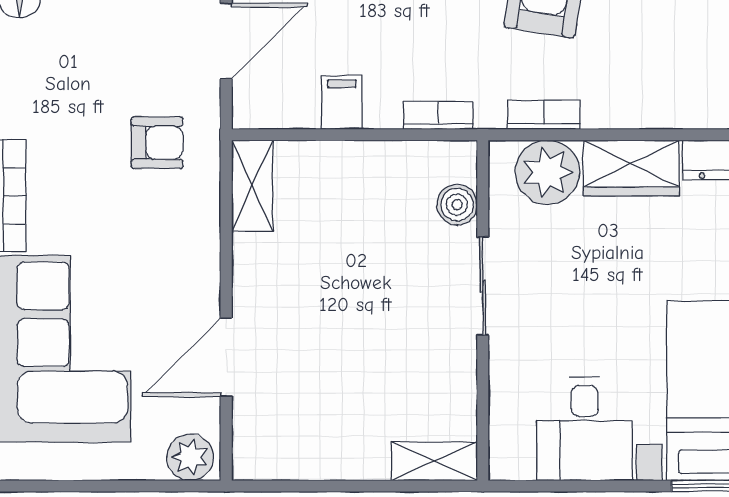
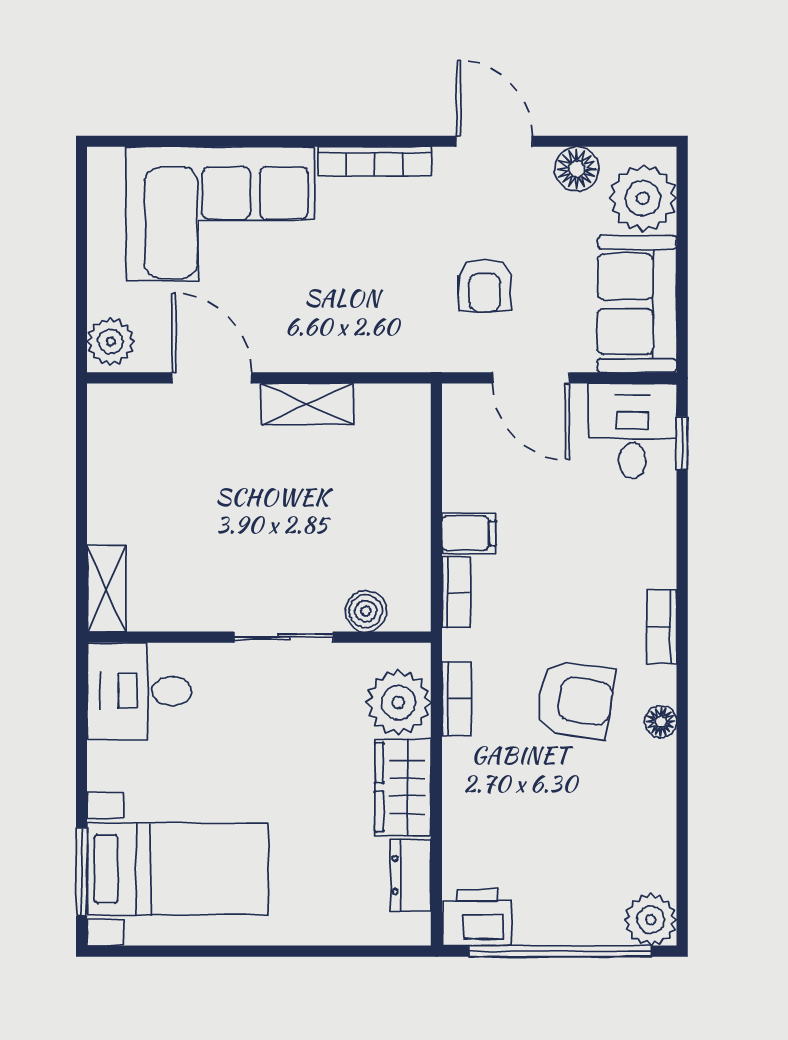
filing cabinet: (342, 102) -> (469, 533), moved
armchair: (157, 143) -> (485, 285), moved
shelving: (252, 186) -> (308, 404), moved
desk: (585, 429) -> (139, 691), moved

